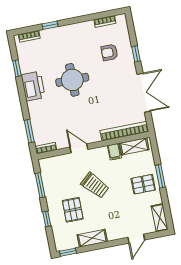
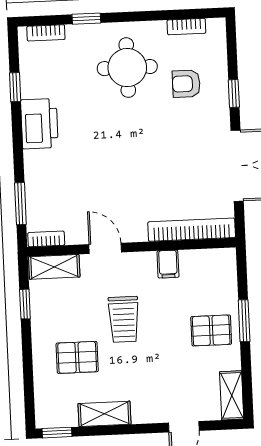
round table: (72, 80) -> (127, 68), moved
shelving: (134, 146) -> (54, 267), moved
window: (40, 185) -> (25, 304), width x0.67
trolley: (95, 185) -> (124, 319), turned 42
pallet: (73, 210) -> (77, 357), turned 90
window: (47, 219) -> (28, 367), removed

